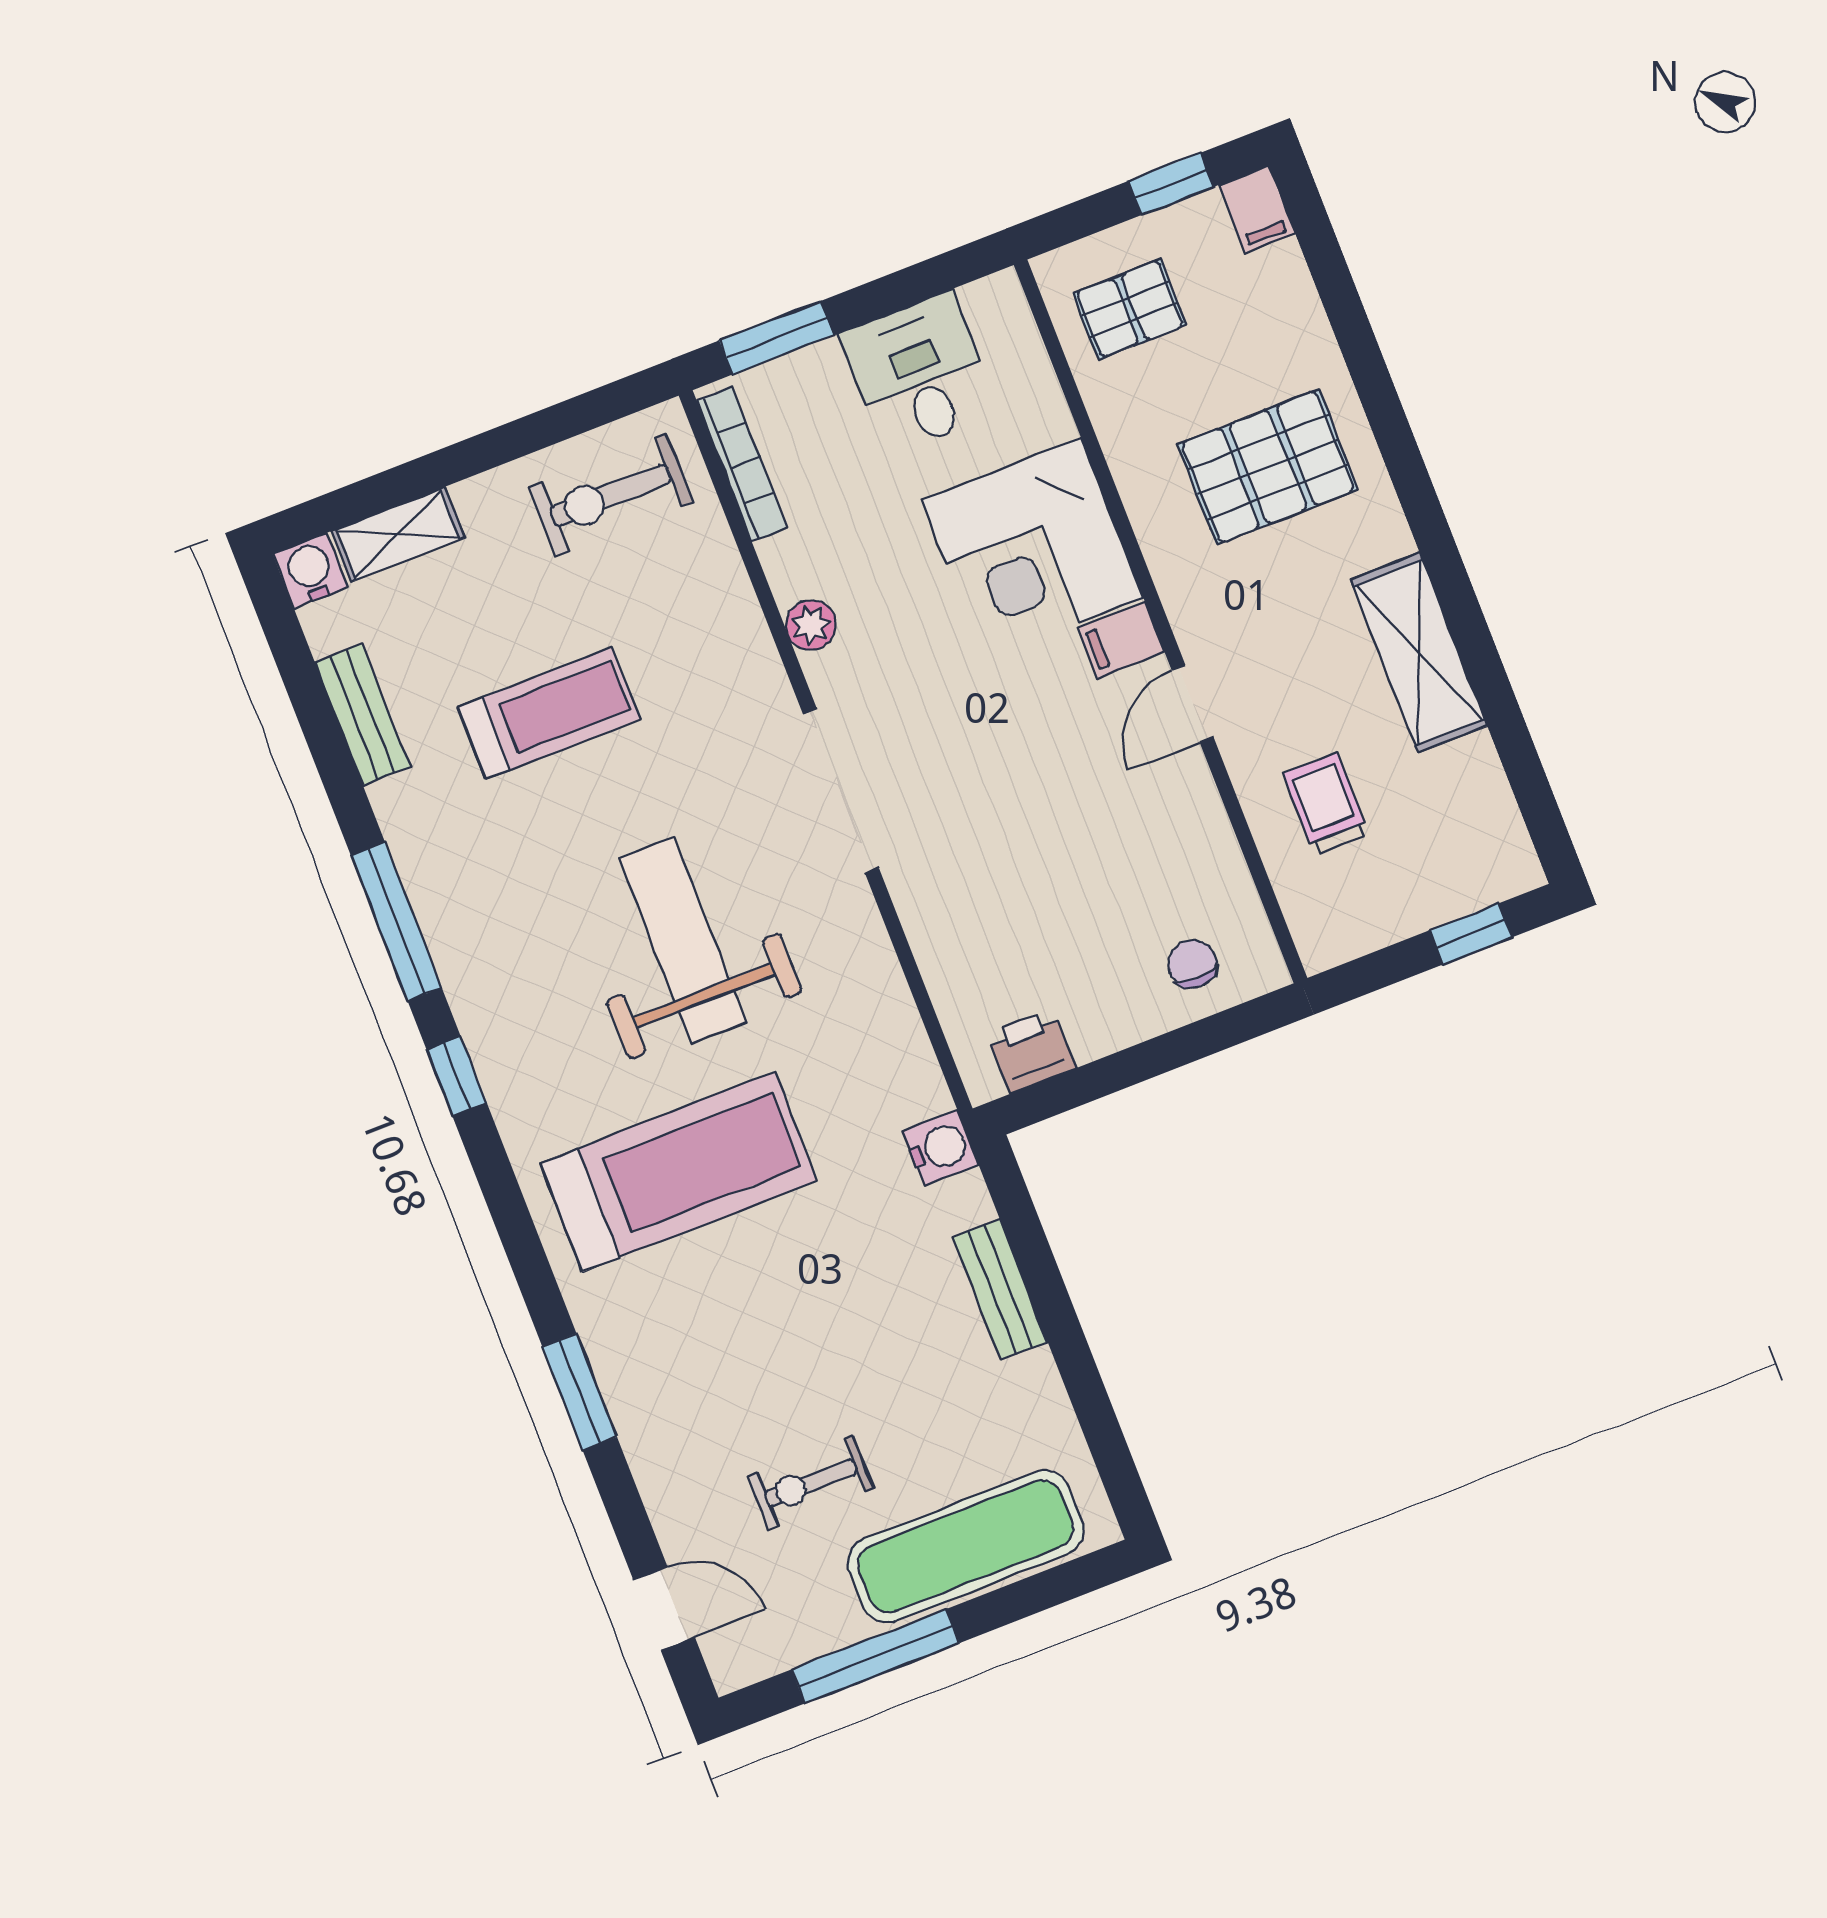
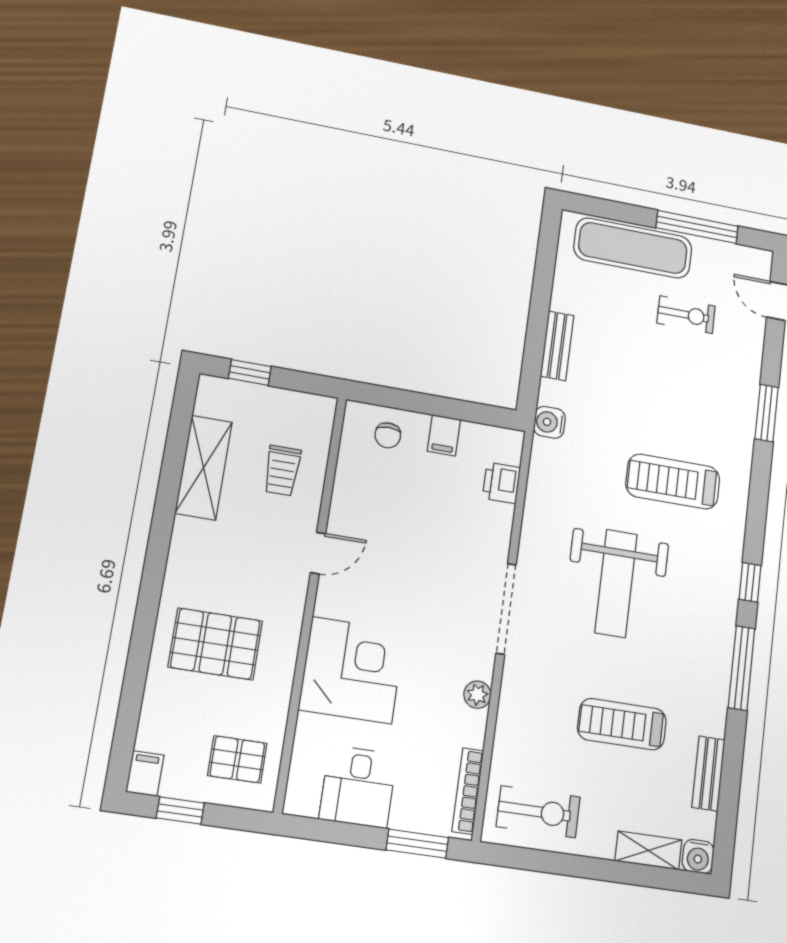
filing cabinet: (1121, 640) -> (444, 435), moved, turned 90
shelving: (1419, 653) -> (204, 468), moved
printer: (1031, 1051) -> (501, 483), moved, turned 90
treadmill: (679, 1172) -> (673, 482), width x0.73, depth x0.73

